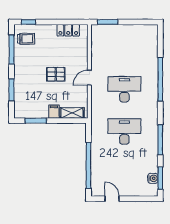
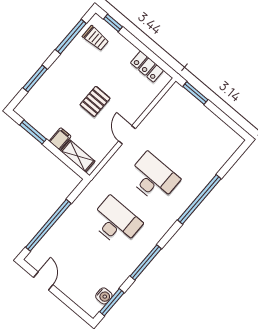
pallet: (56, 74) -> (95, 101), turned 90
door: (89, 78) -> (127, 135), hinge flipped

